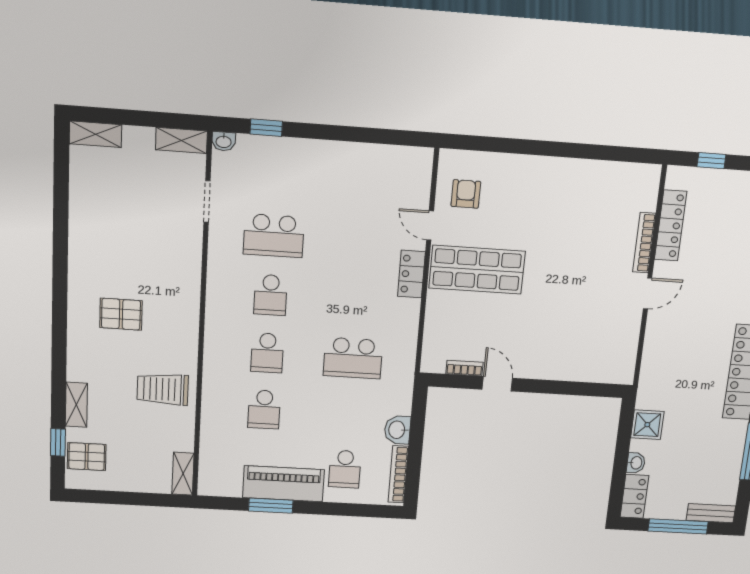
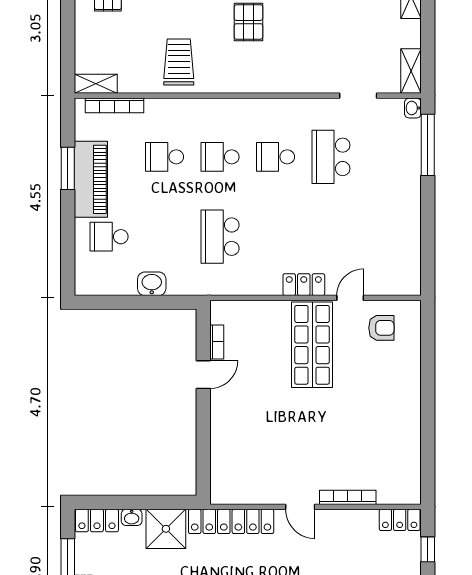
window: (266, 128) -> (428, 145), width x2.17
locker: (671, 225) -> (400, 520), moved, width x0.66
locker: (653, 365) -> (231, 521), added
shower: (647, 425) -> (166, 529), width x1.36, depth x1.36
bookcase: (398, 474) -> (115, 105), moved, turned 180

